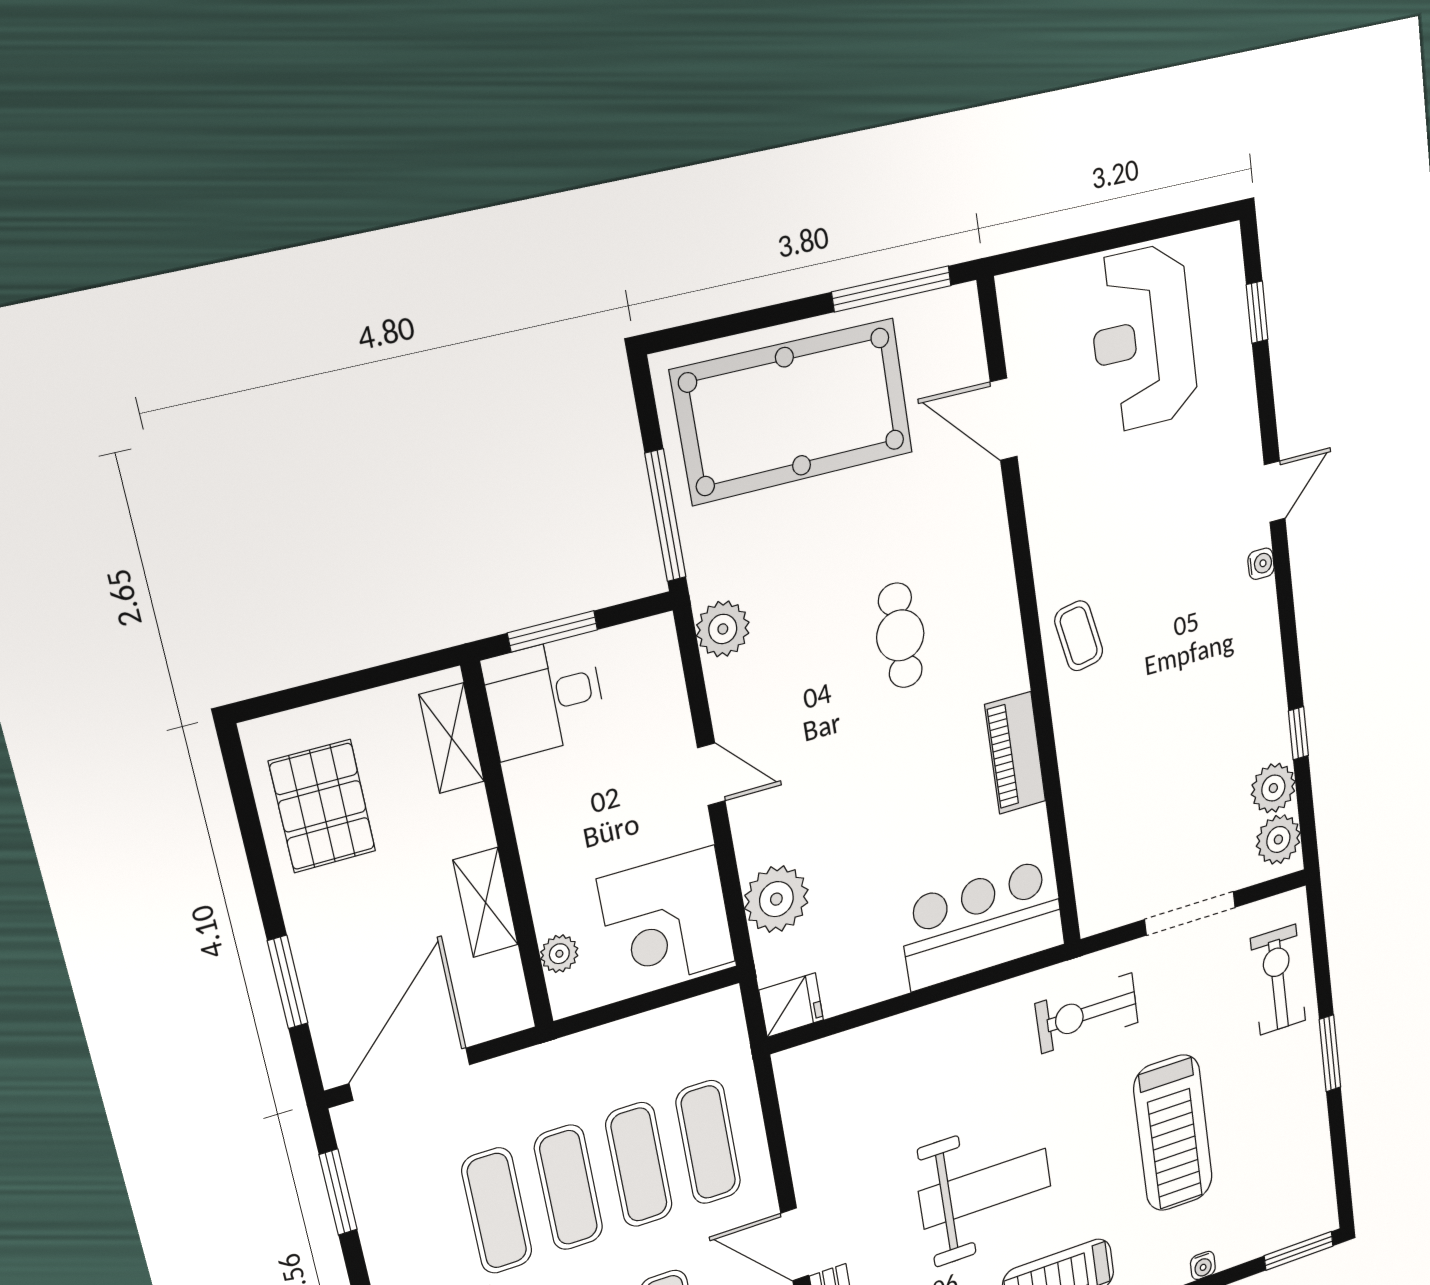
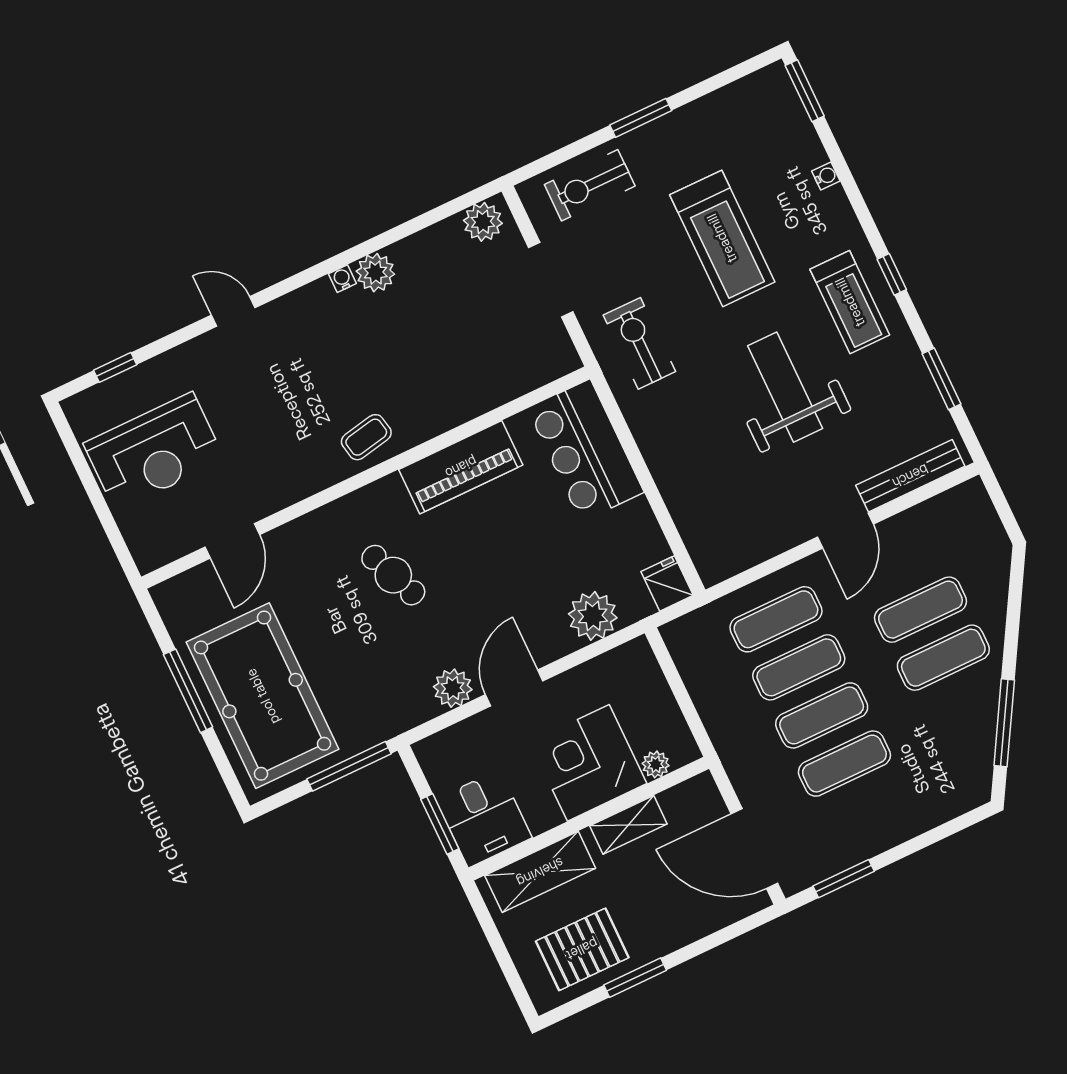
window: (892, 289) -> (188, 691), moved
water cooler: (1261, 564) -> (342, 279), moved
plant: (723, 629) -> (453, 688), moved
cafe table: (900, 635) -> (393, 575), turned 68
window: (1298, 733) -> (401, 232), removed
shelving: (452, 738) -> (540, 872), width x1.50, depth x1.33
piano: (1015, 753) -> (461, 467), width x1.37, depth x1.33
door: (711, 774) -> (514, 688), width x1.38
plant: (1273, 788) -> (375, 273), moved
corner desk: (667, 920) -> (588, 763), moved, turned 180
window: (288, 982) -> (635, 978), moved
exercise bike: (1087, 1013) -> (639, 343), turned 180
treadmill: (1173, 1133) -> (722, 238), turned 90

